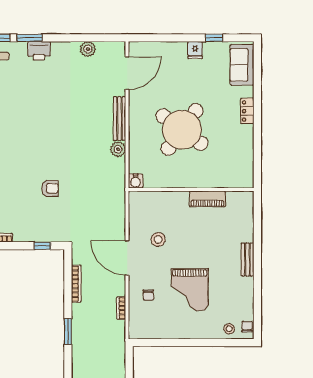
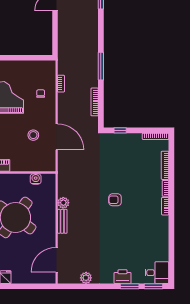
bench: (119, 119) -> (62, 221), width x0.73
water cooler: (136, 181) -> (36, 179), moved
armchair: (50, 188) -> (115, 200), moved
door: (127, 258) -> (57, 137), moved
window: (68, 331) -> (101, 66), width x1.44

